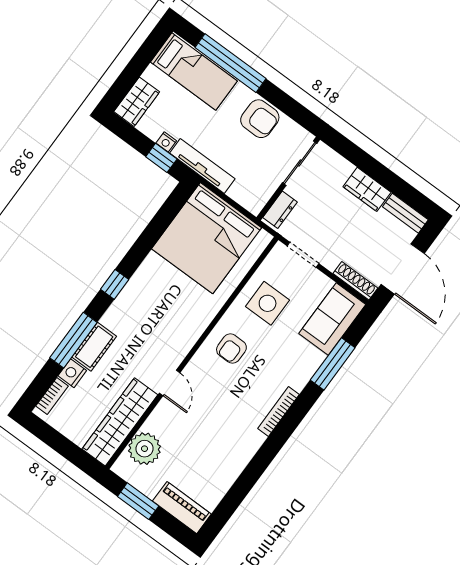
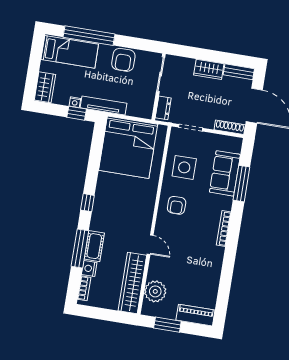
armchair: (260, 119) -> (123, 60), turned 90
sofa: (332, 319) -> (225, 173), moved

